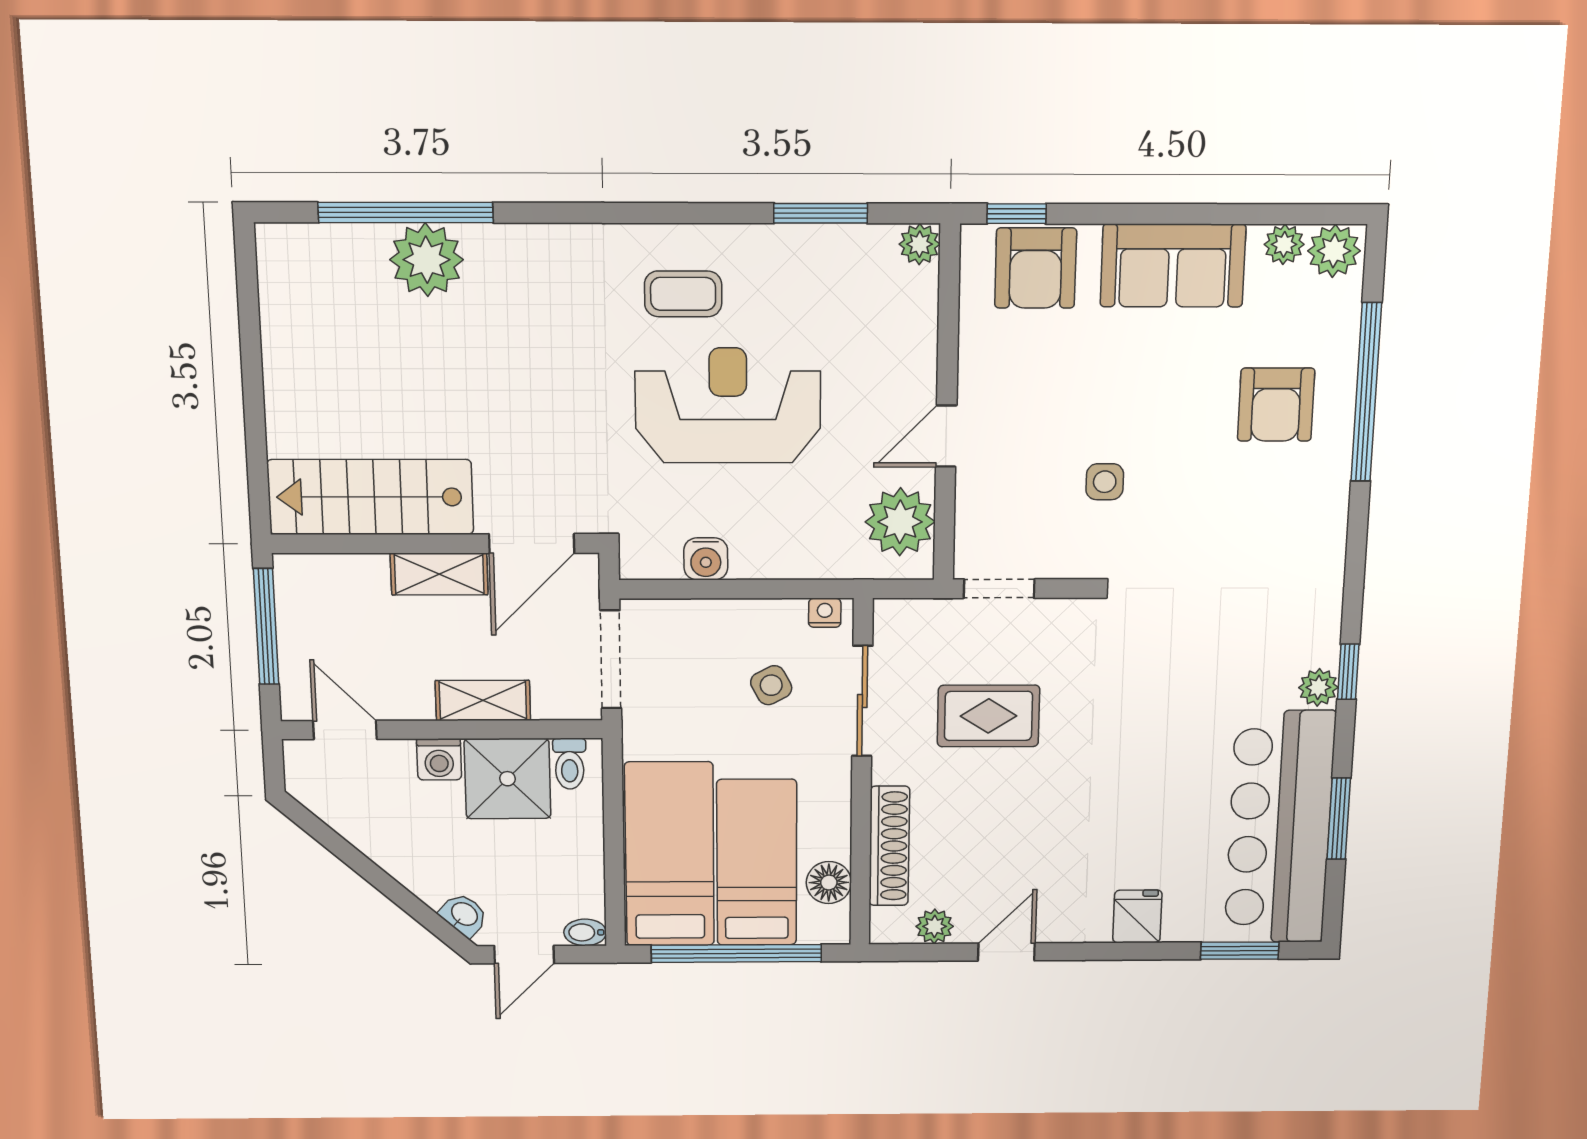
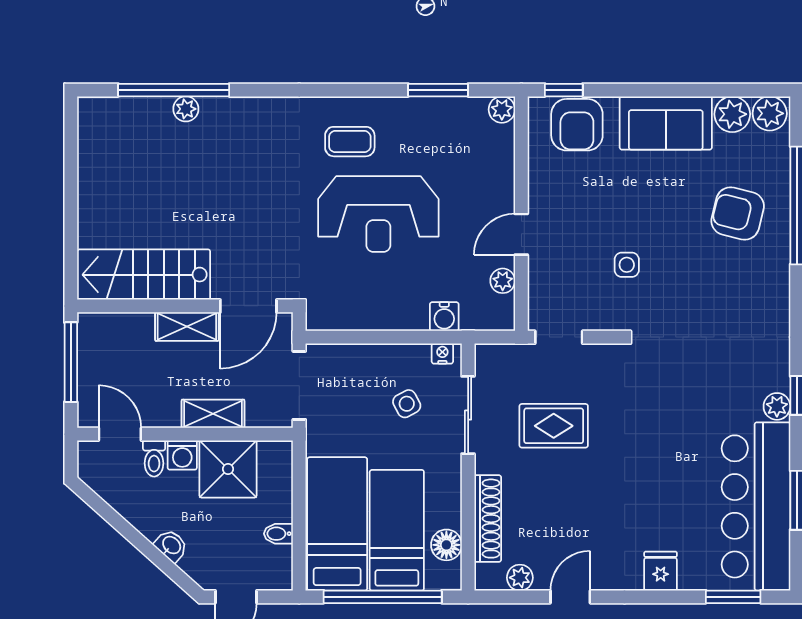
plant: (1284, 244) -> (732, 114), width x1.38, depth x1.38
plant: (426, 260) -> (186, 109), width x0.53, depth x0.53
reception desk: (728, 405) -> (378, 214), turned 180
armchair: (1276, 405) -> (738, 214), turned 104
plant: (900, 522) -> (503, 281), width x0.53, depth x0.53
water cooler: (706, 559) -> (444, 317), moved
toilet: (570, 764) -> (154, 459), moved
washbasin: (464, 915) -> (171, 546), moved
bidet: (585, 932) -> (278, 534), moved

